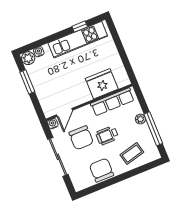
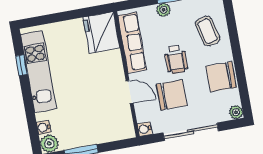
fridge: (102, 84) -> (101, 33), moved
door: (64, 113) -> (130, 92), moved
plant: (79, 186) -> (236, 112), added

